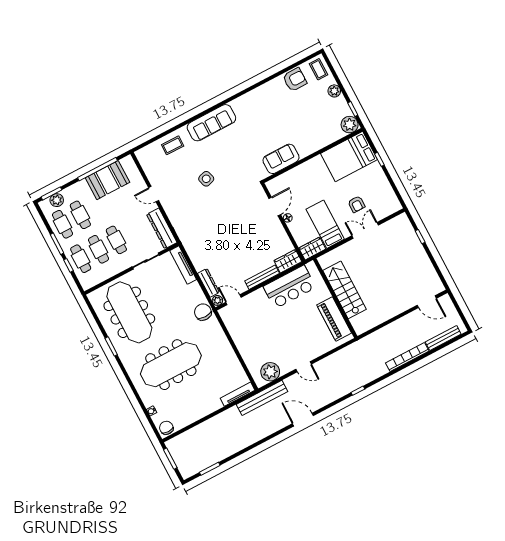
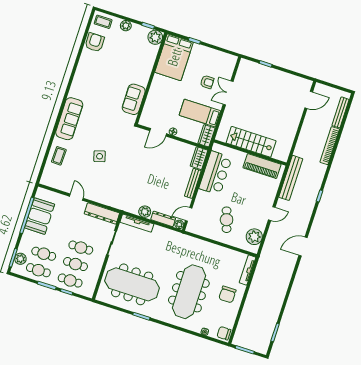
door: (154, 194) -> (76, 197), swing flipped
door: (275, 206) -> (158, 132), swing flipped
plant: (199, 262) -> (145, 212), added
chair: (203, 312) -> (227, 294), moved, turned -90
cafe table: (261, 335) -> (227, 220), added
bench: (262, 398) -> (291, 178), moved

